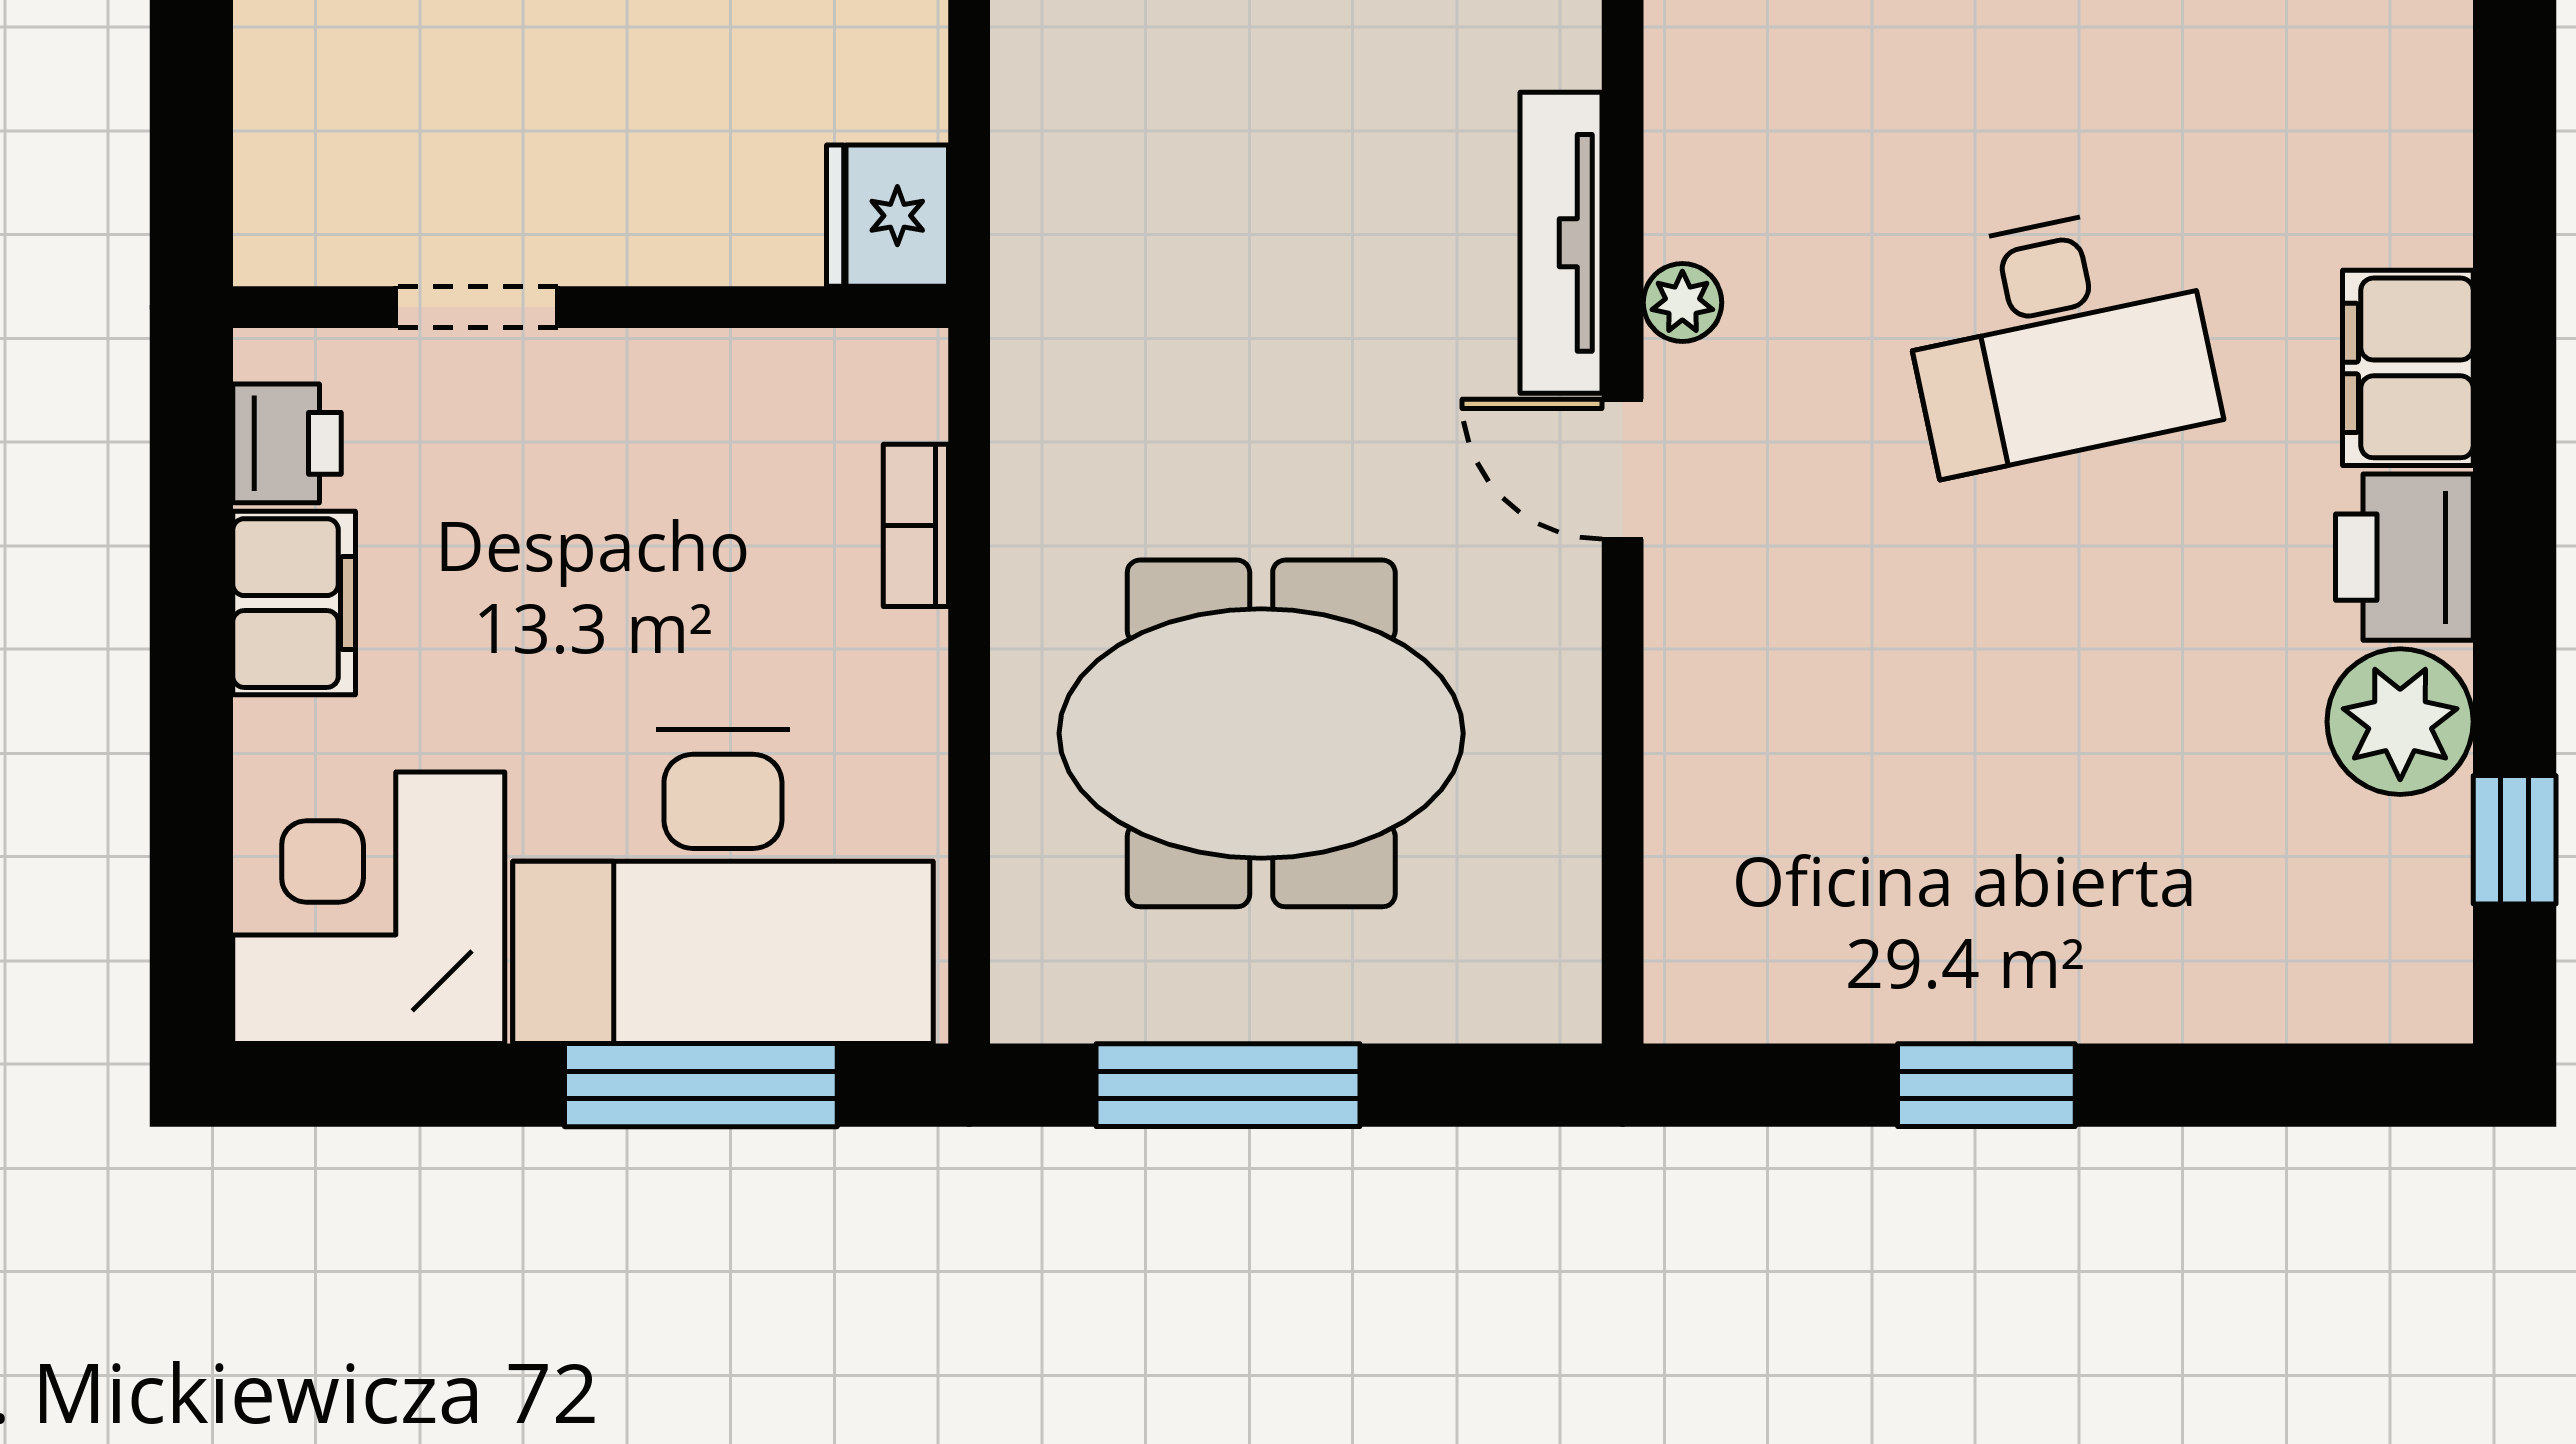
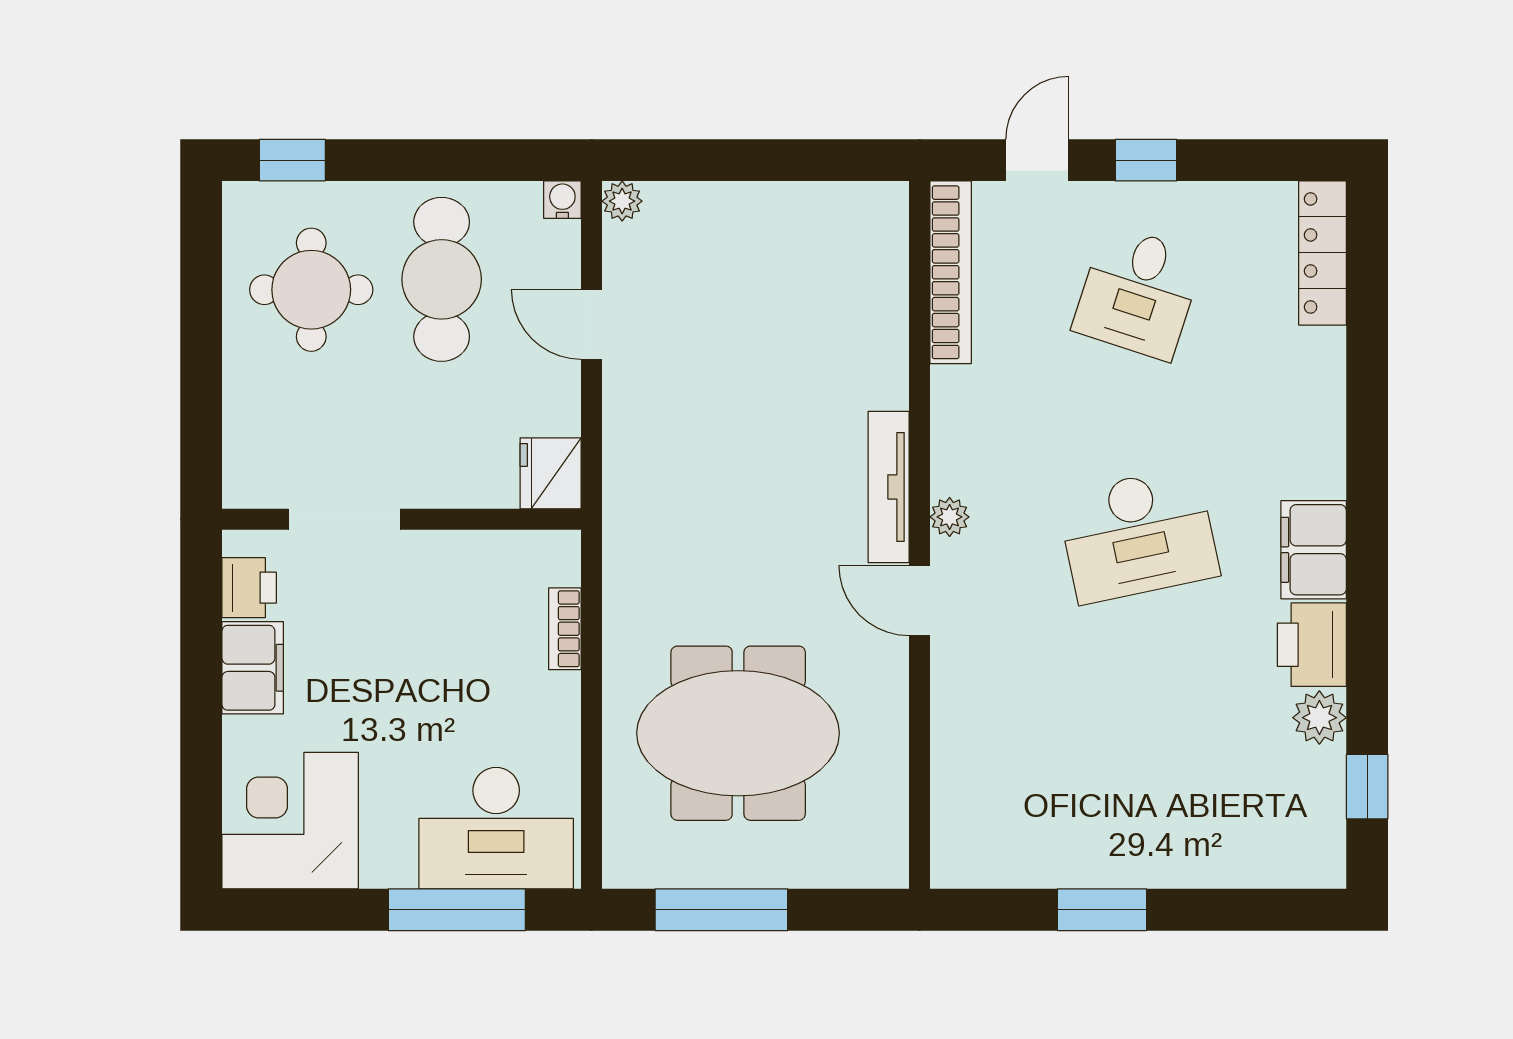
doorway: (477, 307) -> (344, 519), width x1.38
plant: (2400, 722) -> (1319, 718), width x0.73, depth x0.73
desk: (723, 886) -> (496, 828), width x0.73, depth x0.77

